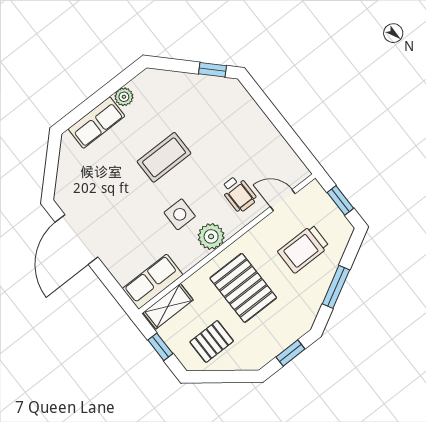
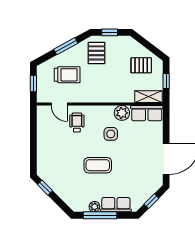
window: (107, 91) -> (100, 215), added
window: (52, 166) -> (151, 201), added
plant: (211, 236) -> (122, 113), moved
pallet: (243, 288) -> (97, 53), moved, width x0.67, depth x0.71

